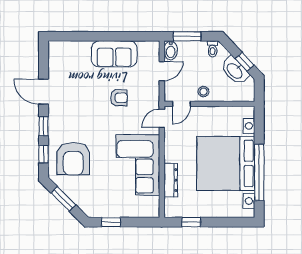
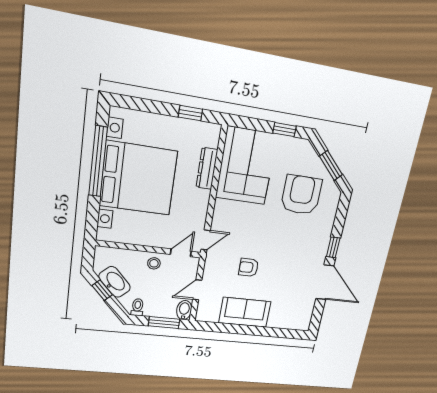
door: (44, 92) -> (325, 282), width x1.36
window: (44, 154) -> (340, 218), removed
armchair: (73, 159) -> (301, 195), moved
corner sofa: (138, 165) -> (246, 166), moved

